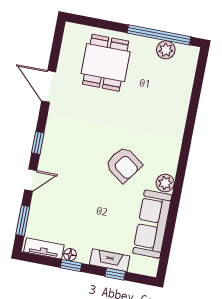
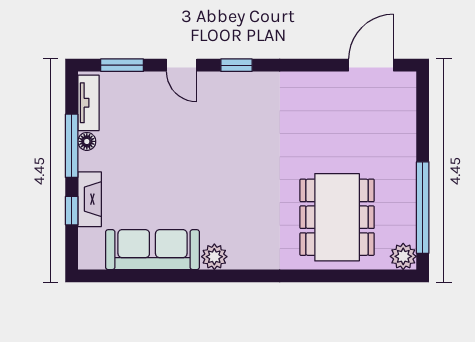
plant: (166, 50) -> (403, 256), moved
dining table: (106, 63) -> (337, 217), moved, width x1.38
door: (49, 86) -> (371, 65), moved
armchair: (124, 165) -> (229, 193), removed
window: (71, 266) -> (72, 146), width x2.17

